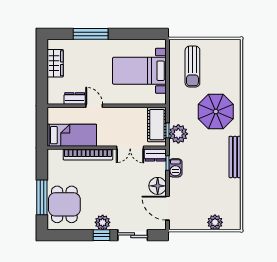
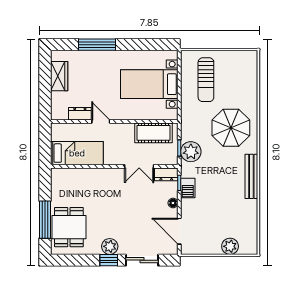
cot: (157, 125) -> (153, 133), moved, turned 90
bookcase: (88, 154) -> (94, 174), removed
floor lamp: (158, 186) -> (173, 203), width x0.53, depth x0.53

